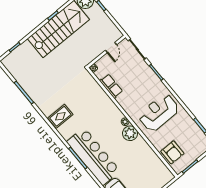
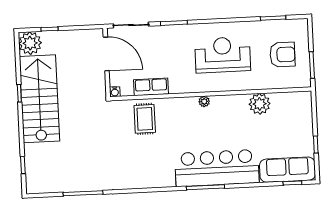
door: (111, 48) -> (106, 54), width x1.88
reception desk: (159, 113) -> (223, 55), turned 90
rug: (60, 116) -> (145, 119), moved
plant: (130, 133) -> (260, 104), moved
armchair: (172, 152) -> (282, 55), moved

